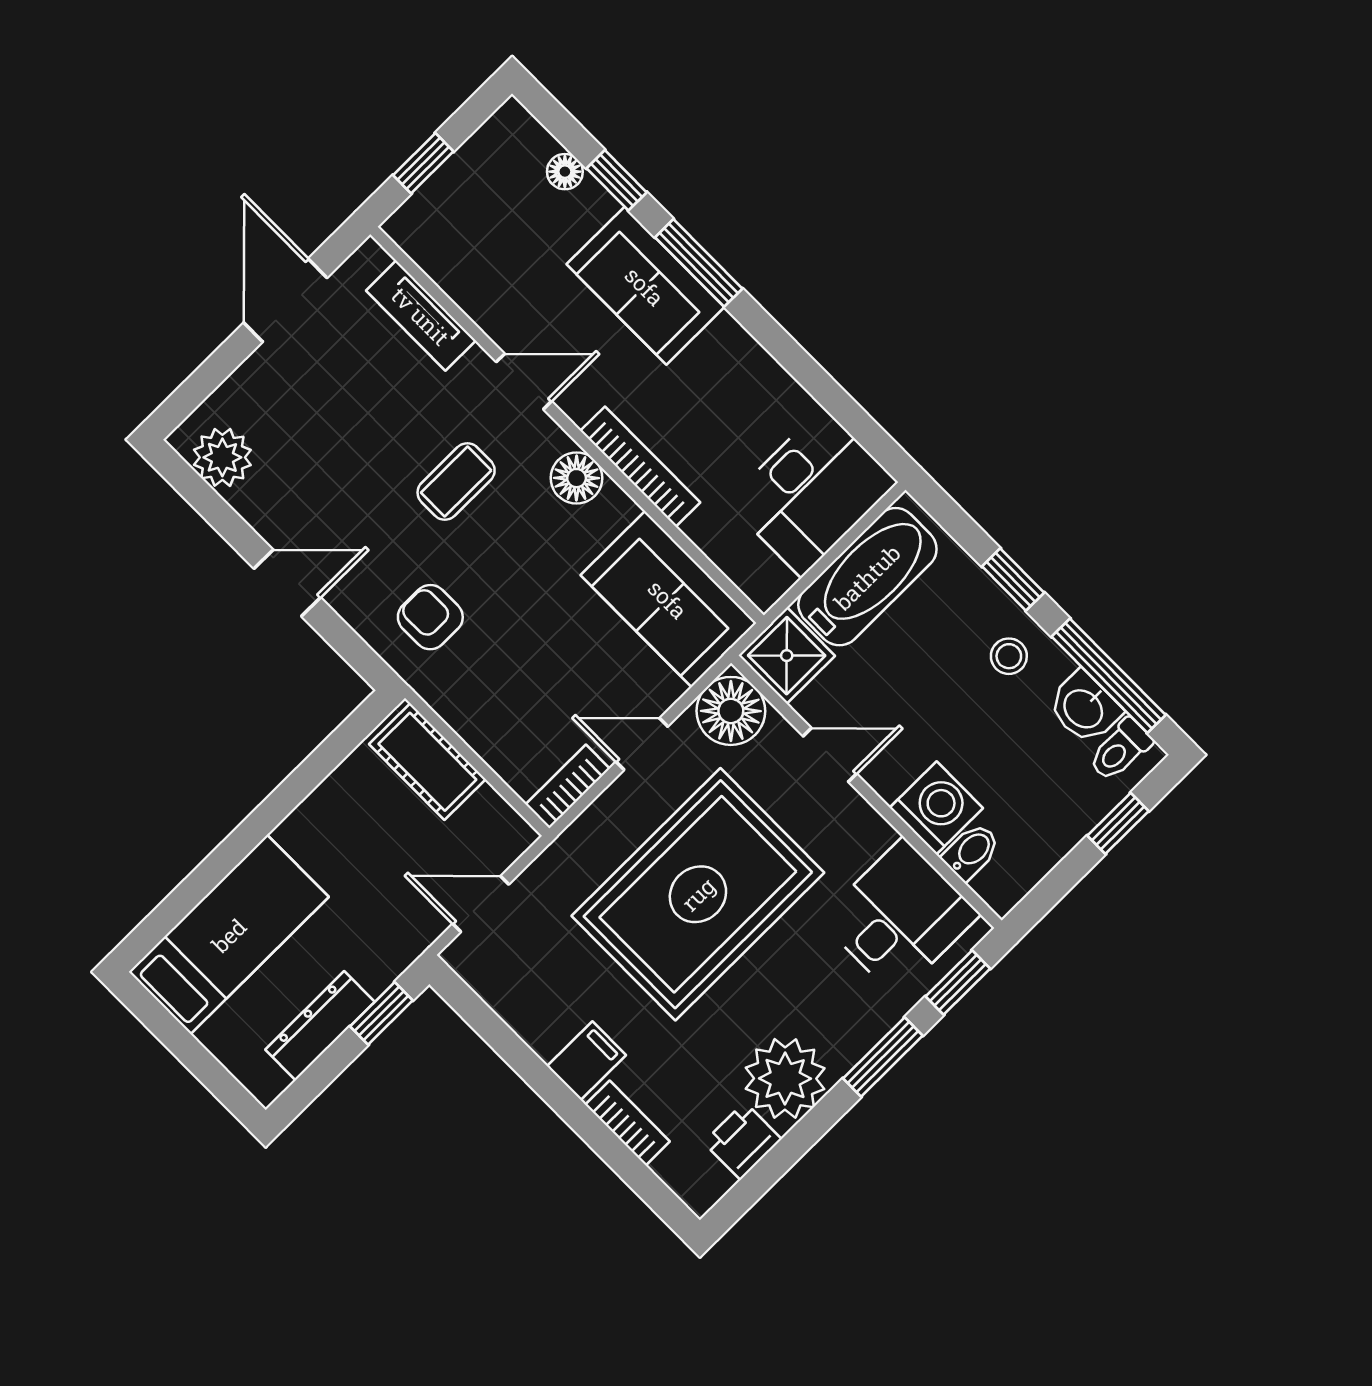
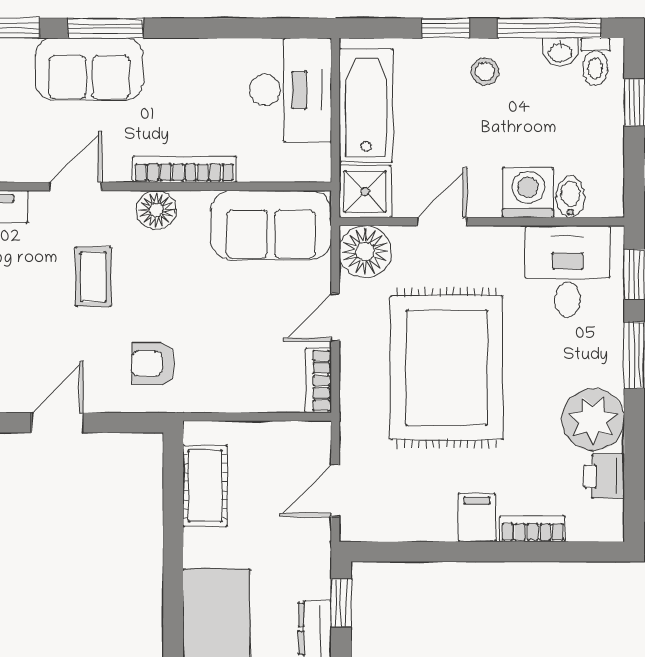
washbasin: (1084, 708) -> (560, 52), width x0.72, depth x0.69
cot: (427, 762) -> (205, 486), moved, turned 90

